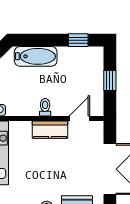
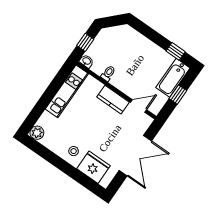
bathtub: (36, 56) -> (173, 78), moved, turned 90
toilet: (45, 107) -> (108, 73), moved

